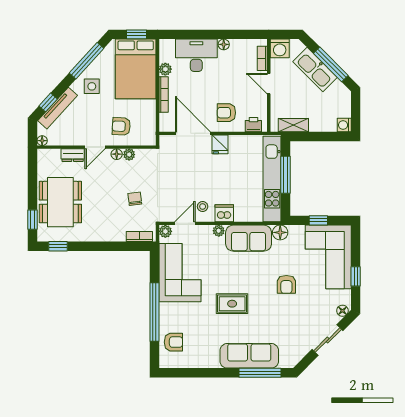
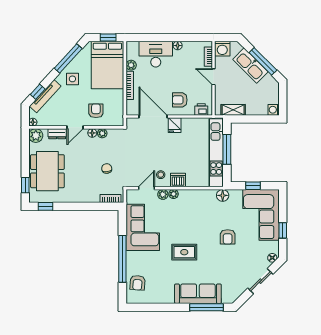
armchair: (121, 126) -> (96, 111), turned 87
plant: (46, 157) -> (36, 136), added
plant: (165, 231) -> (163, 194), moved
sofa: (249, 238) -> (197, 200), removed
armchair: (173, 342) -> (138, 283), turned 94

